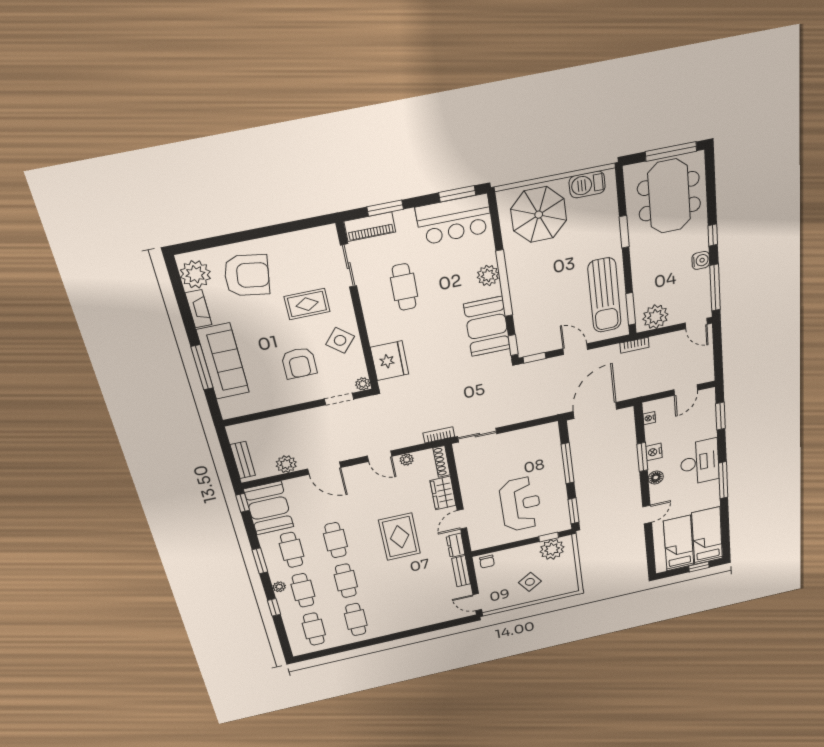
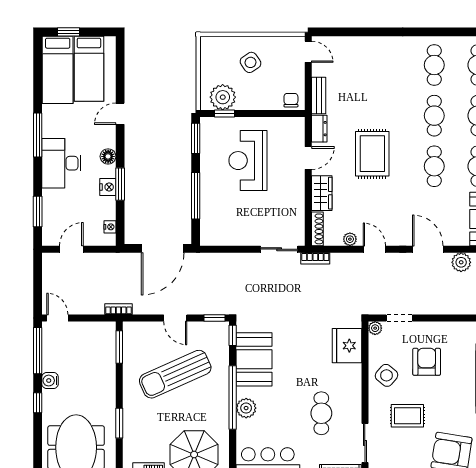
sun lounger: (605, 295) -> (175, 374), moved, turned -114
plant: (655, 317) -> (96, 334), removed

